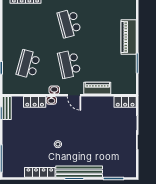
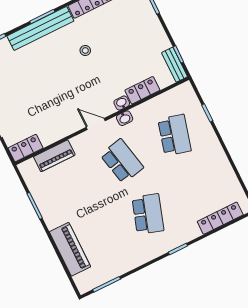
school desk: (69, 23) -> (148, 214), turned 33
piano: (129, 37) -> (70, 249), moved
piano: (97, 88) -> (54, 156), moved

